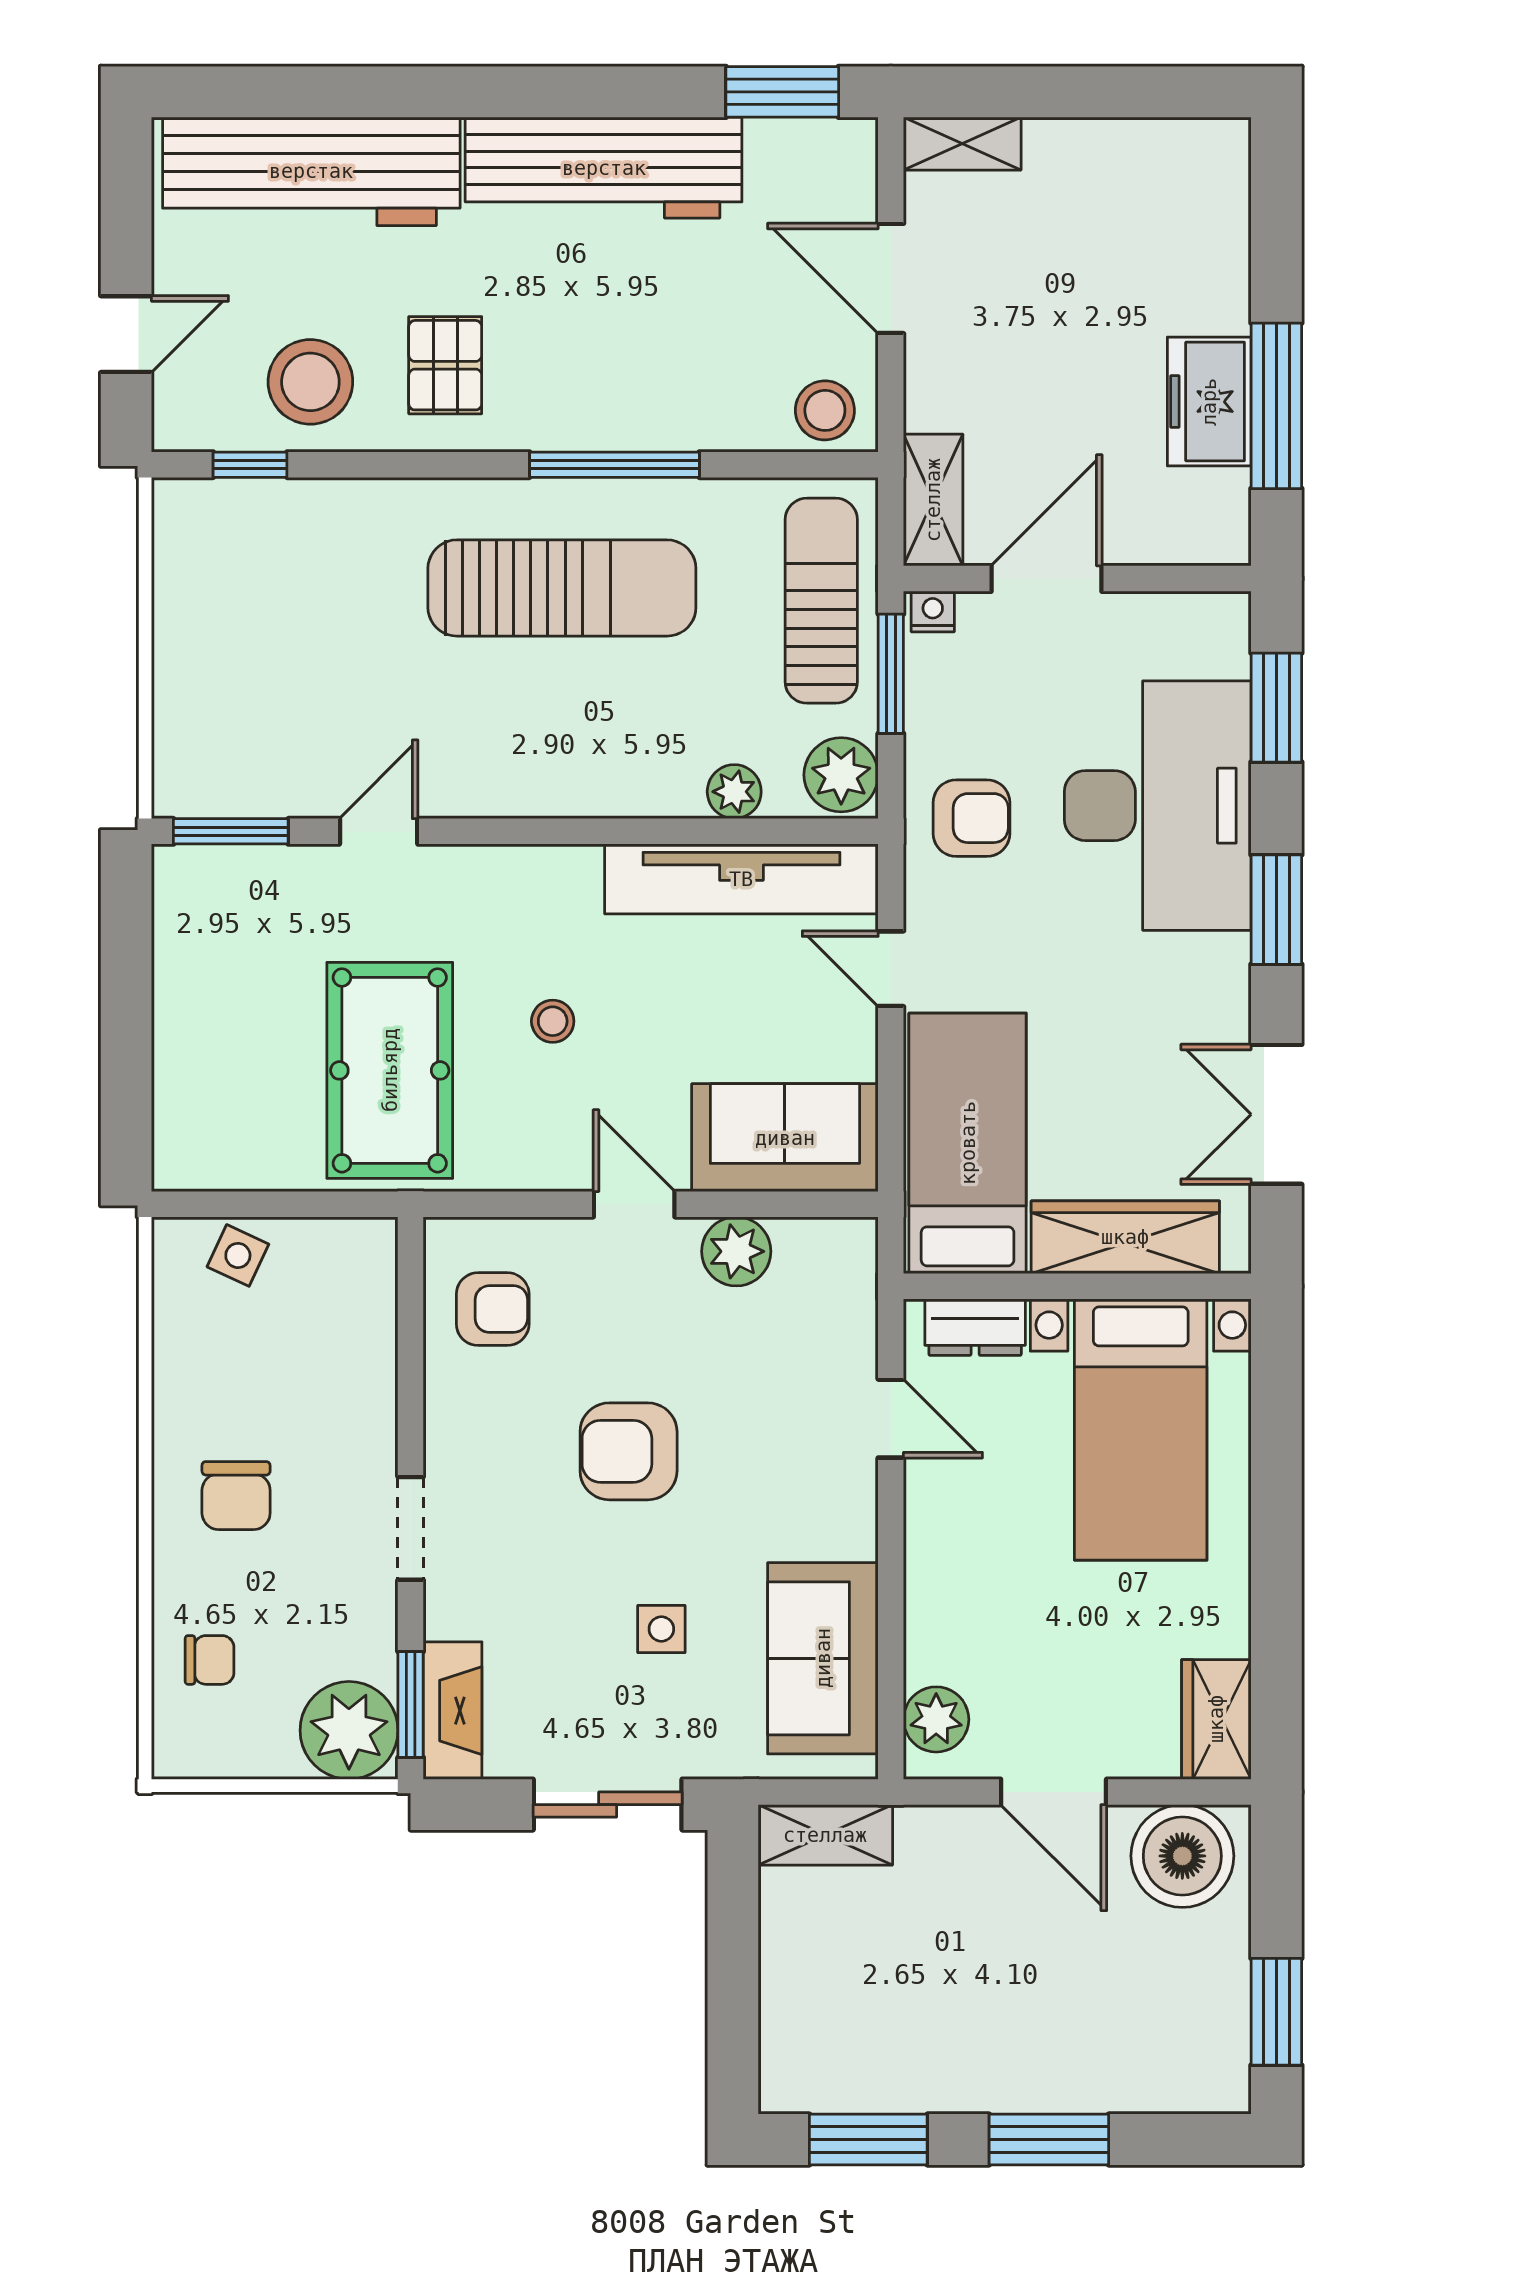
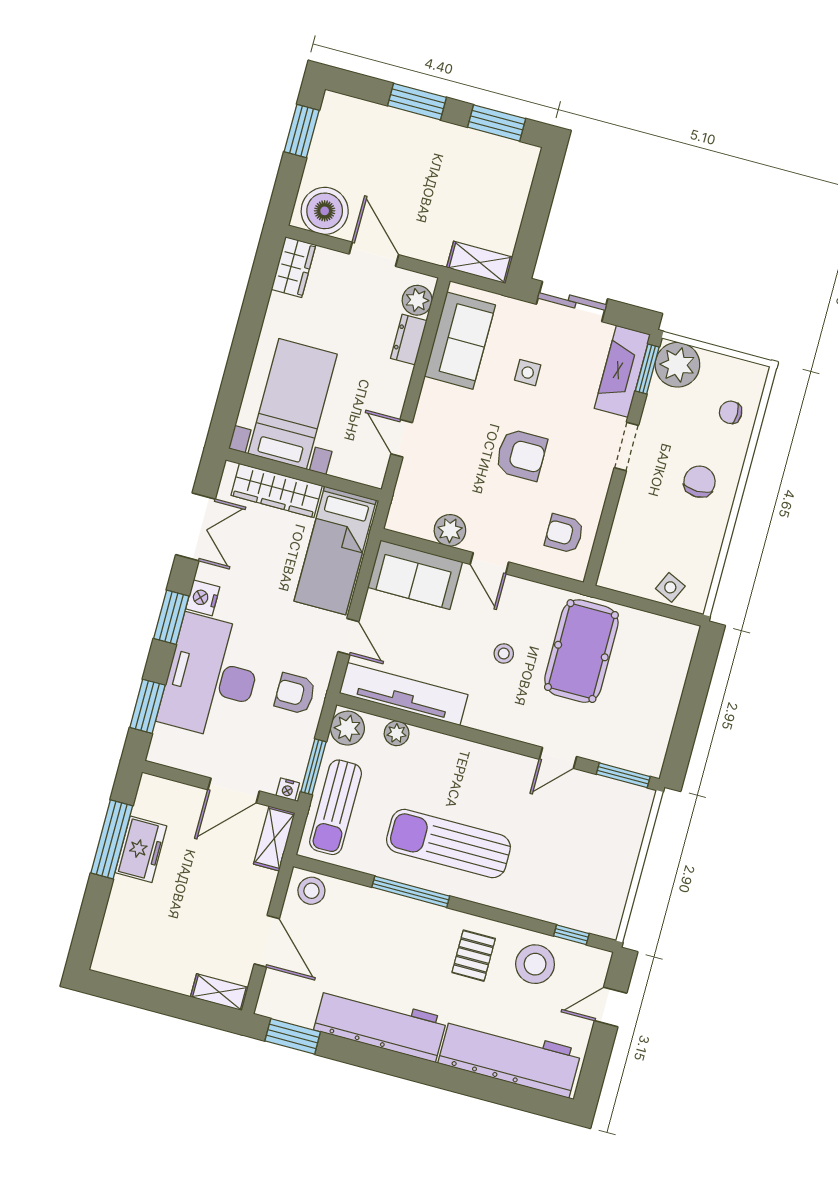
nightstand: (1221, 968) -> (203, 598), added
dresser: (975, 1327) -> (409, 339), moved, turned -90
fireplace: (453, 1711) -> (622, 371), width x1.37, depth x1.32

